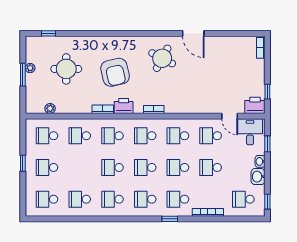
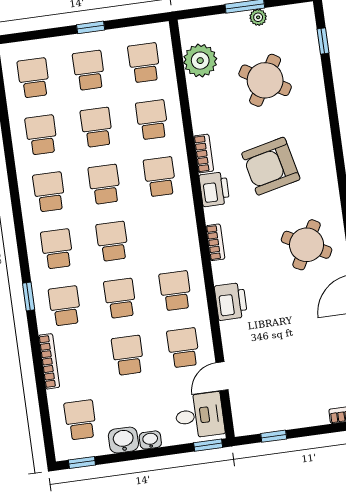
round table: (66, 69) -> (265, 80), turned 31
printer: (255, 105) -> (231, 301), moved
plant: (50, 108) -> (200, 61), width x1.87, depth x1.87
school desk: (145, 136) -> (97, 127), moved
window: (267, 144) -> (208, 445), moved

